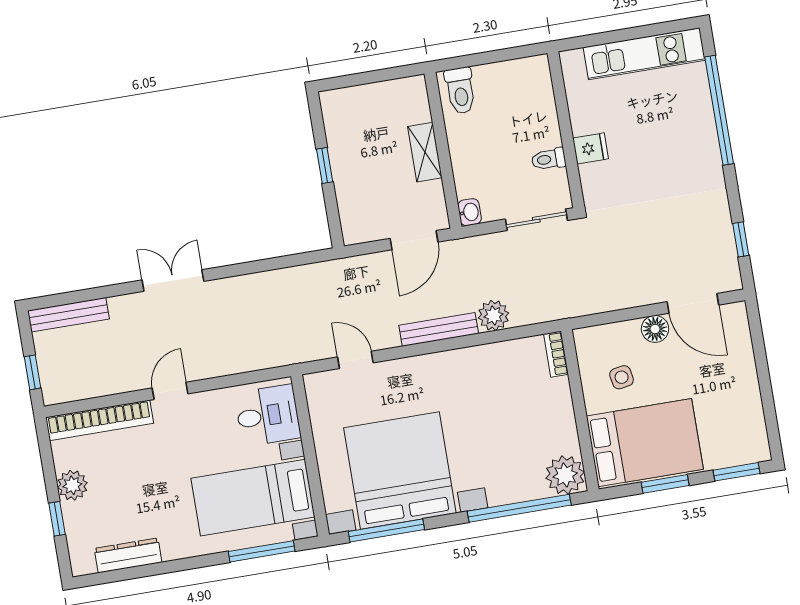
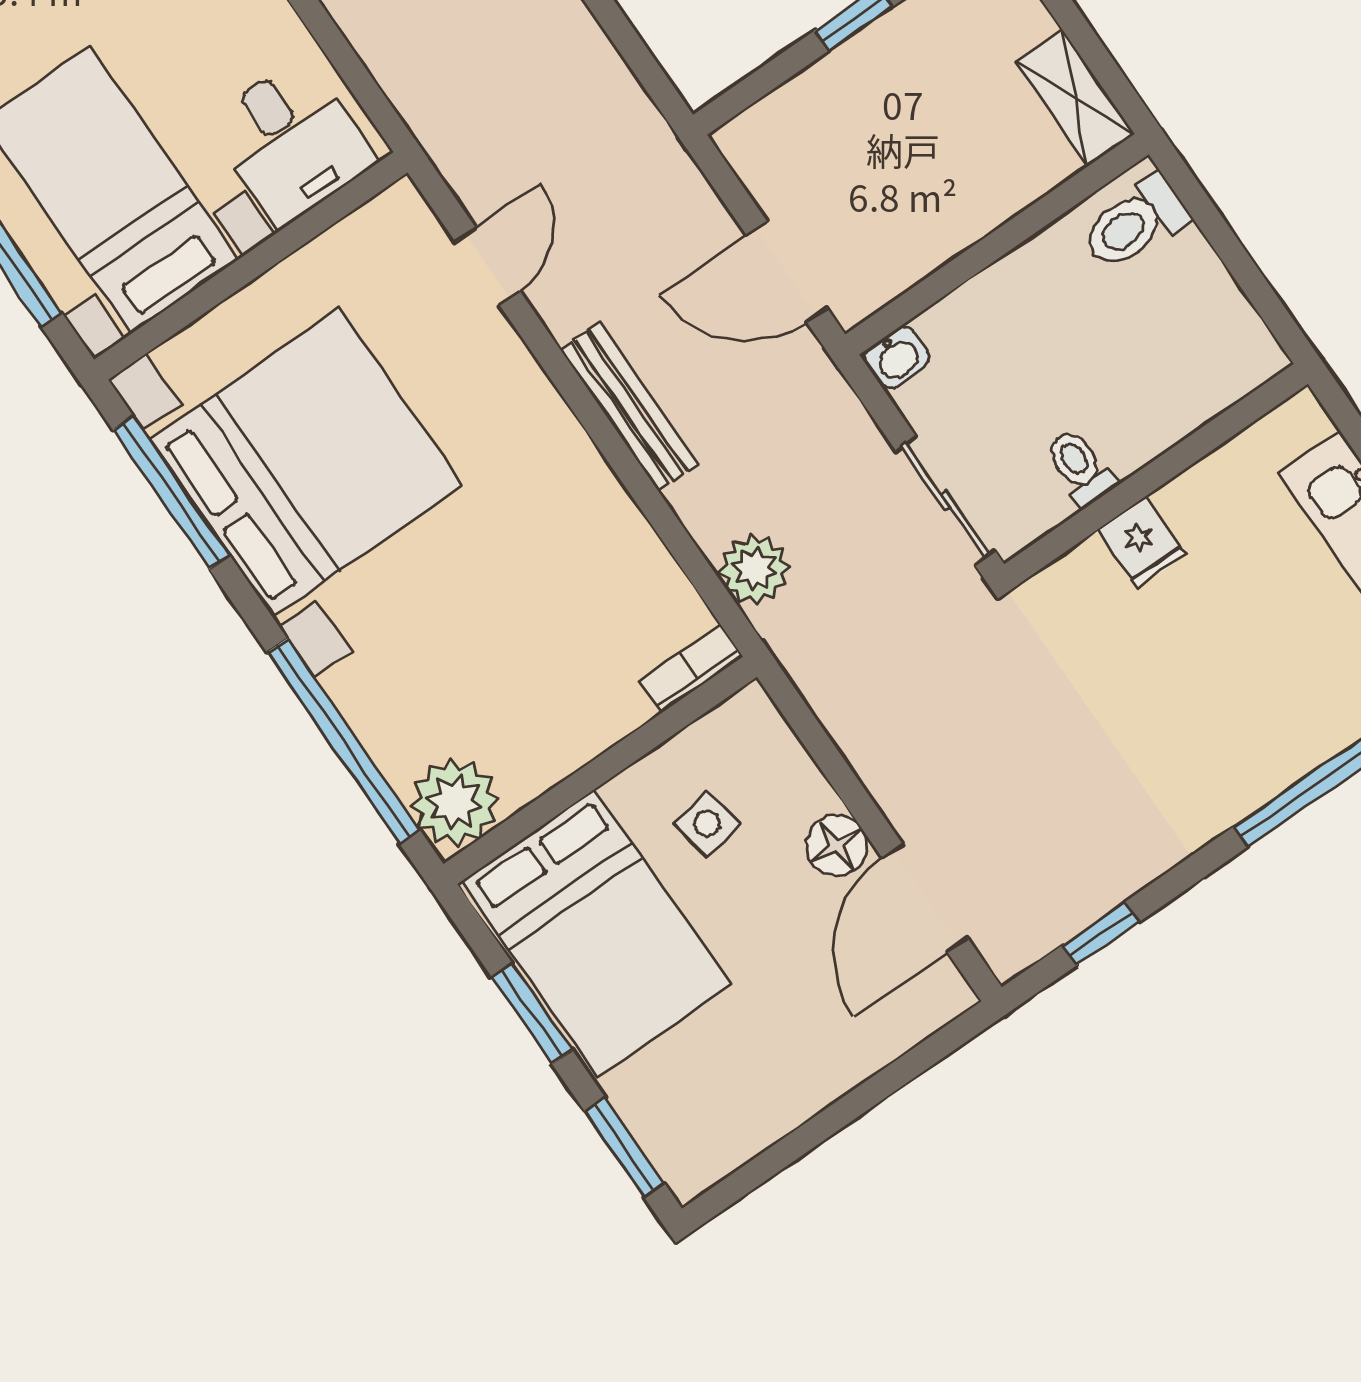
shelving: (425, 152) -> (1075, 98), moved, turned 90
plant: (493, 315) -> (755, 569), moved

